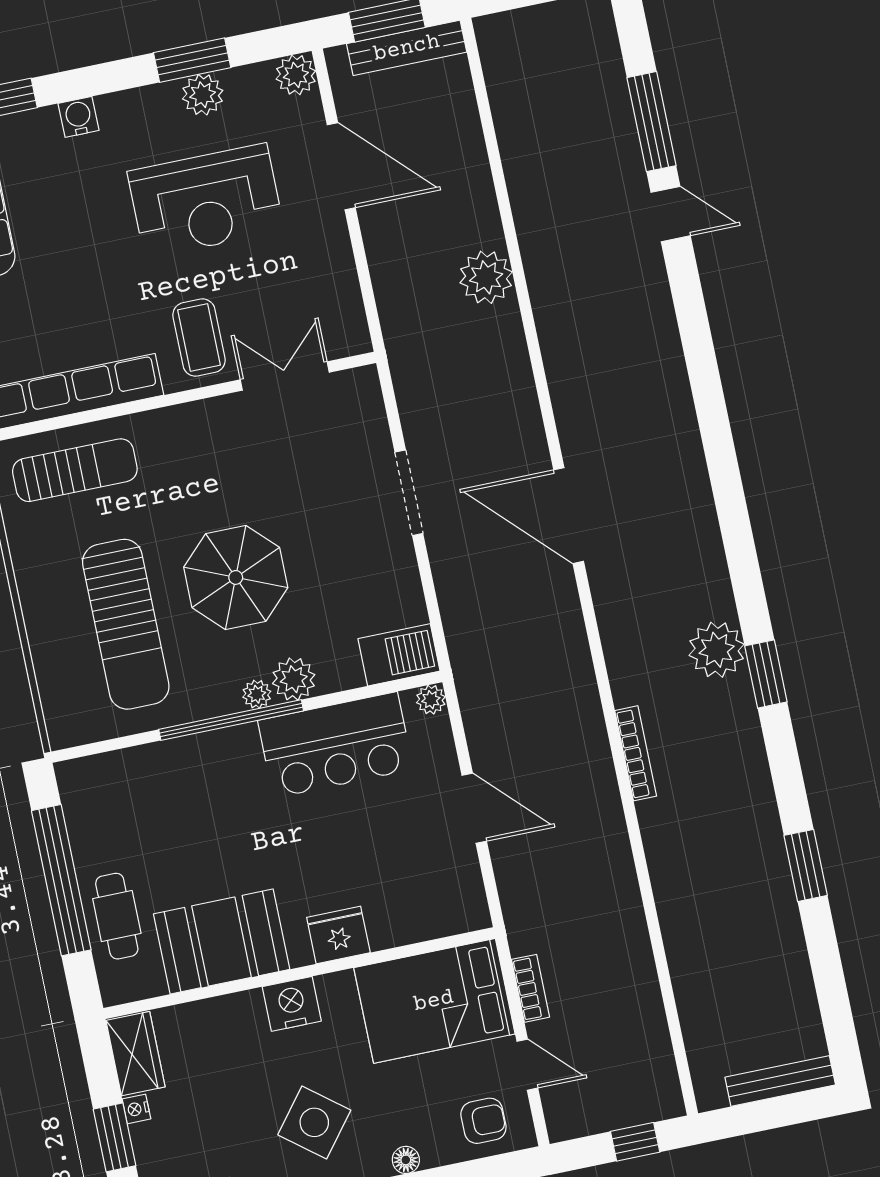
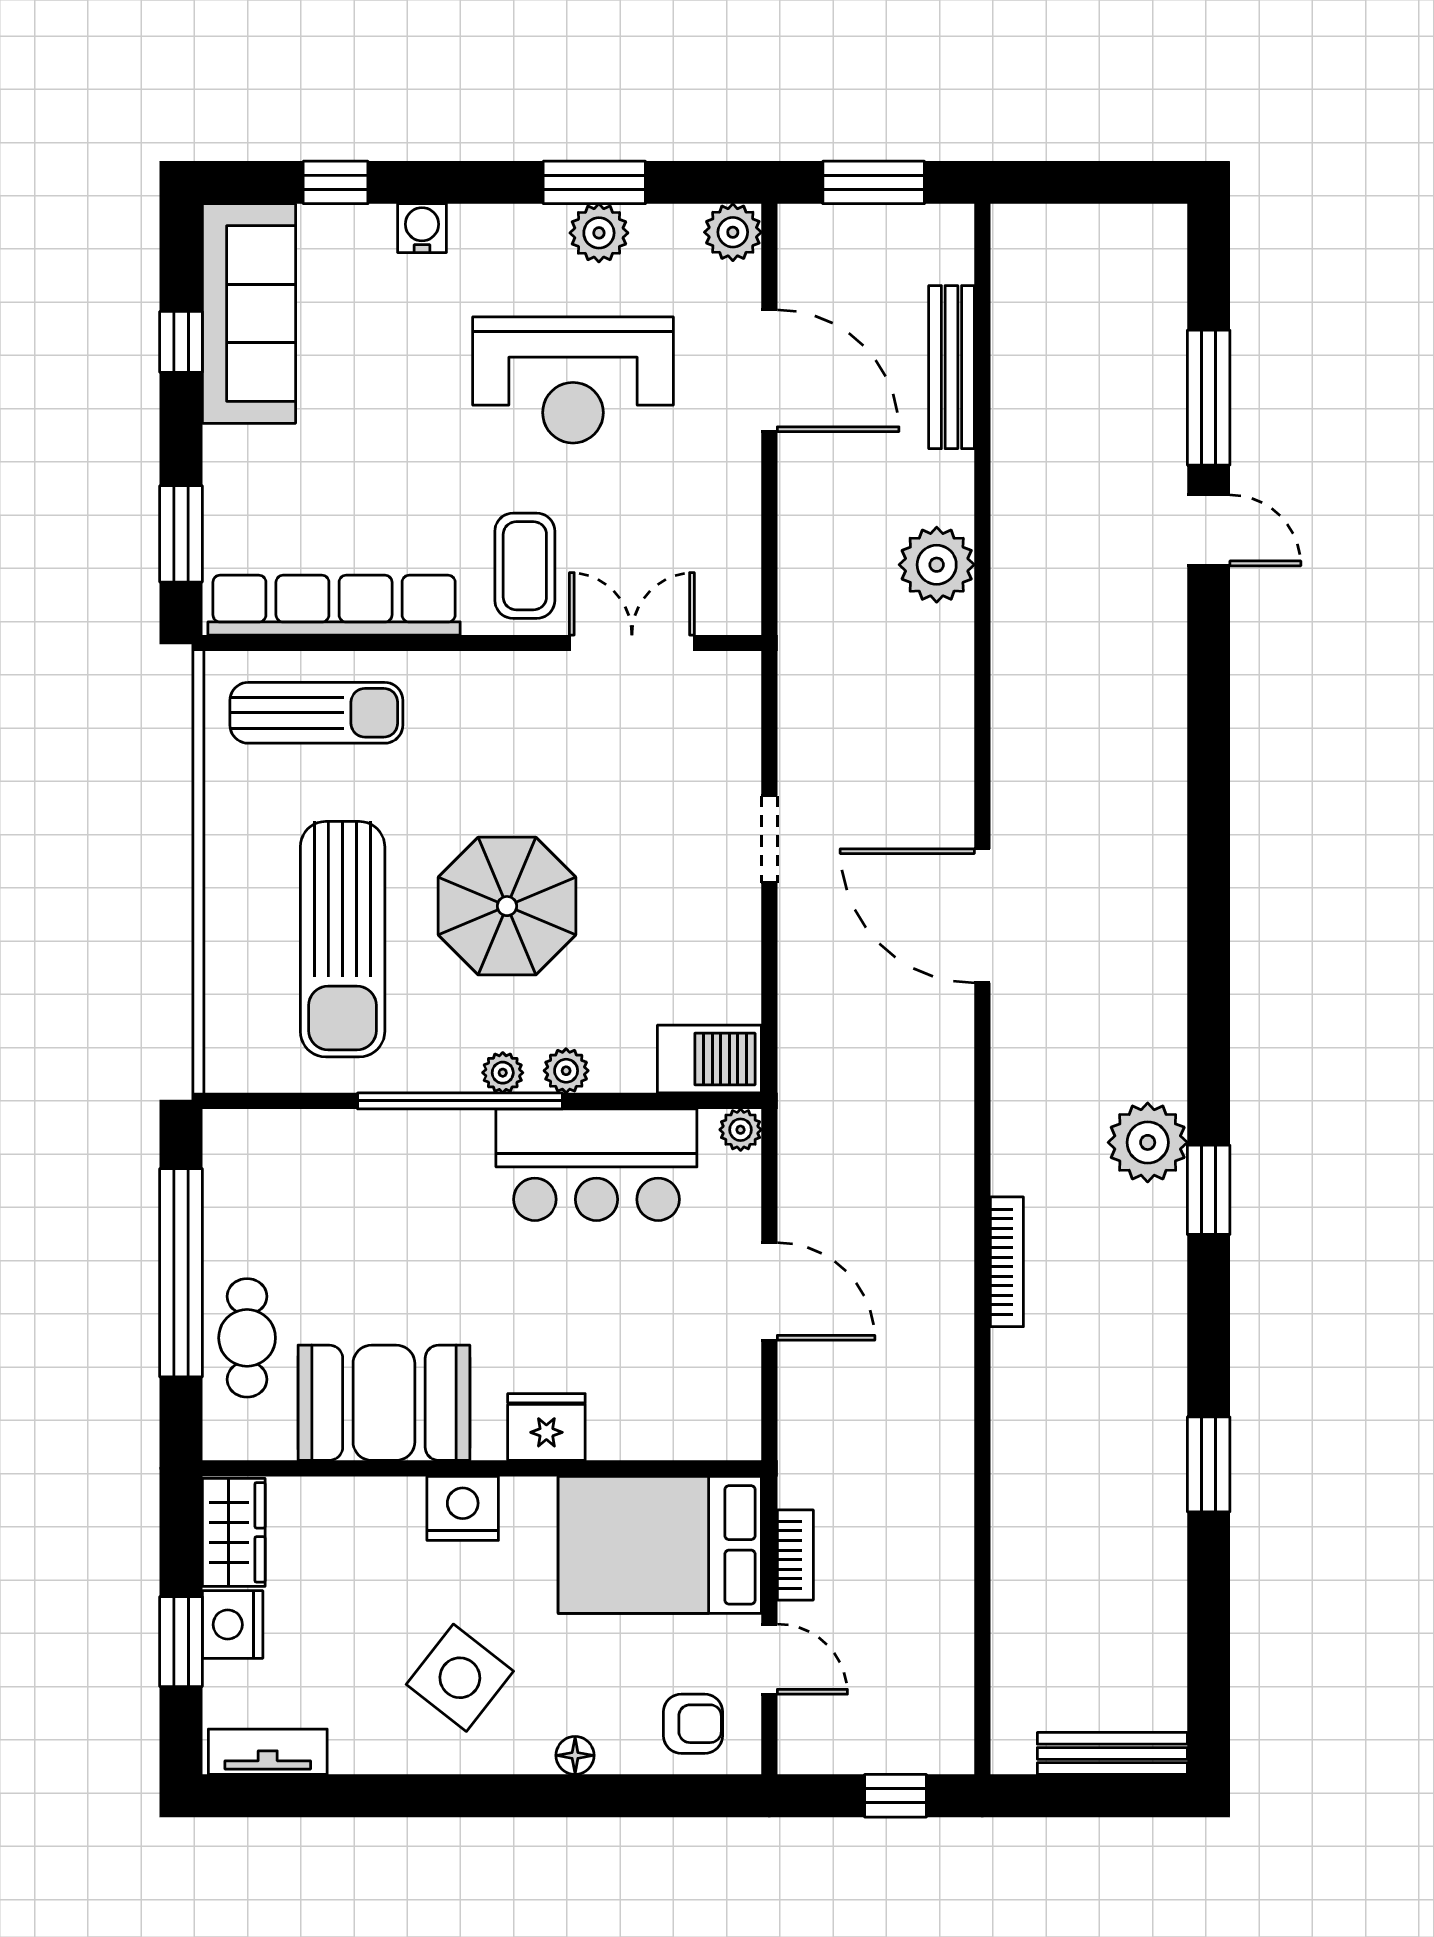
bench: (407, 48) -> (951, 367), moved, turned 90
doorway: (409, 493) -> (769, 839), width x0.73
plant: (294, 679) -> (566, 1071), width x0.73, depth x0.73
nightstand: (136, 1109) -> (233, 1625), width x1.89, depth x1.79

